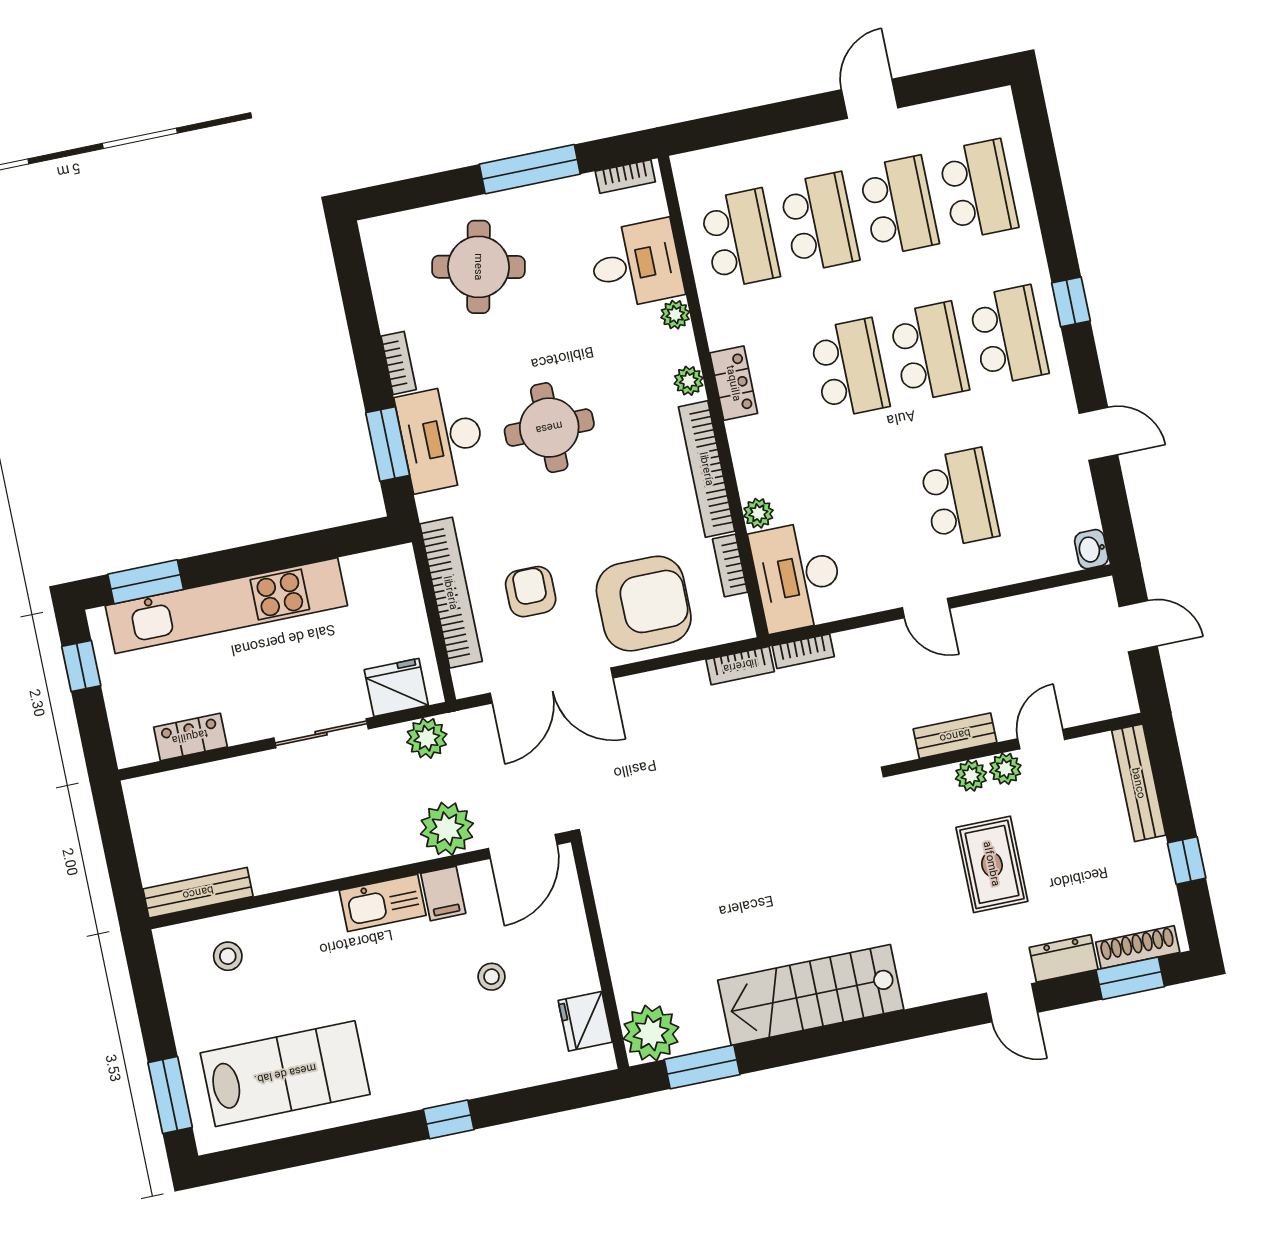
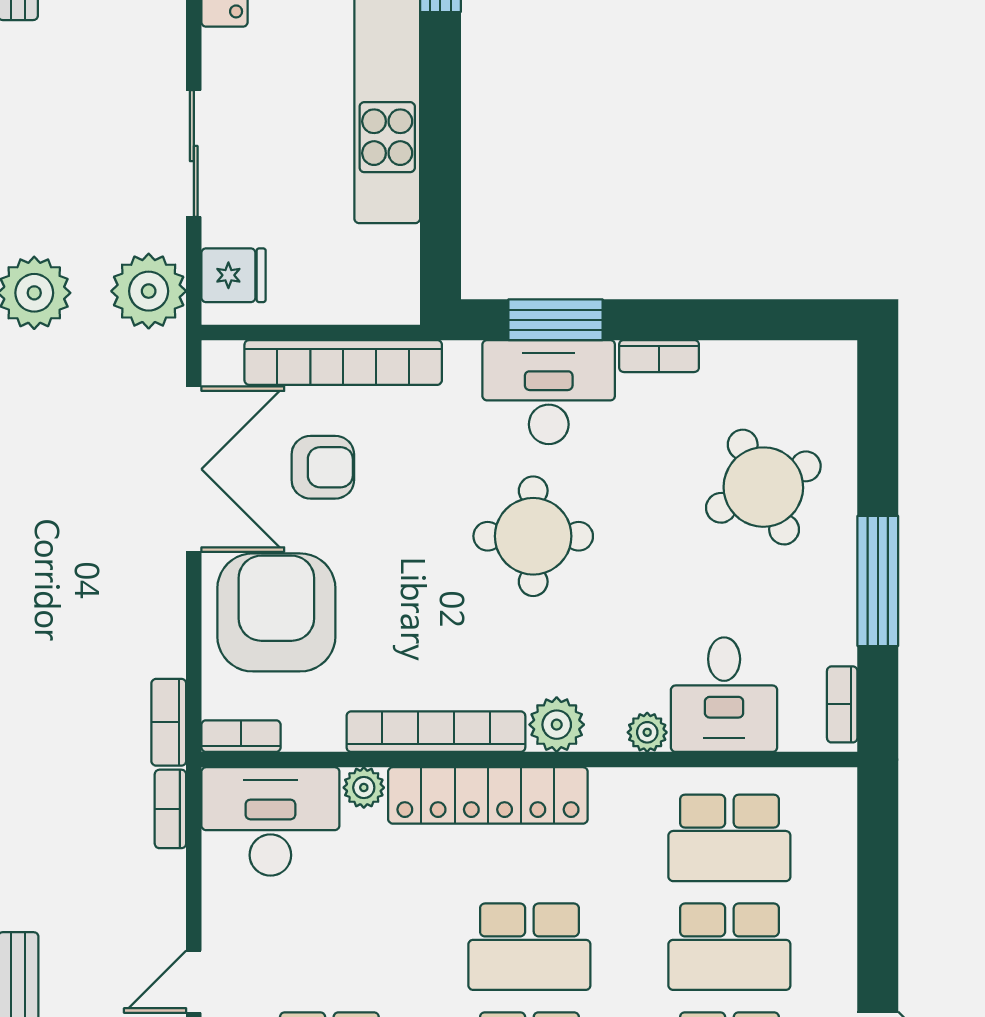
round table: (479, 267) -> (763, 487), turned -38
plant: (689, 381) -> (557, 725), width x1.38, depth x1.38
locker: (734, 383) -> (488, 795), width x2.16, depth x1.21
bookcase: (730, 566) -> (241, 736), moved
armchair: (644, 604) -> (276, 612), turned 180
double door: (552, 686) -> (194, 469), swing flipped
fridge: (396, 687) -> (234, 275), width x0.72
plant: (427, 738) -> (149, 291), width x1.36, depth x1.36

